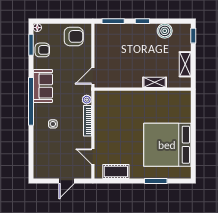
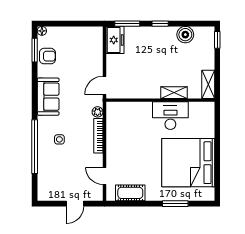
armchair: (74, 36) -> (83, 41), removed
freezer: (102, 36) -> (115, 40), added
shelving: (185, 64) -> (208, 84), moved
window: (31, 101) -> (35, 147), moved
desk: (151, 103) -> (170, 116), added

